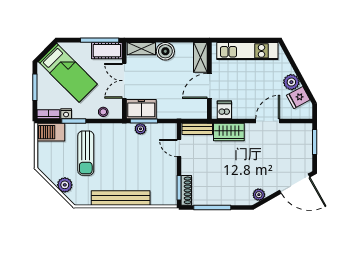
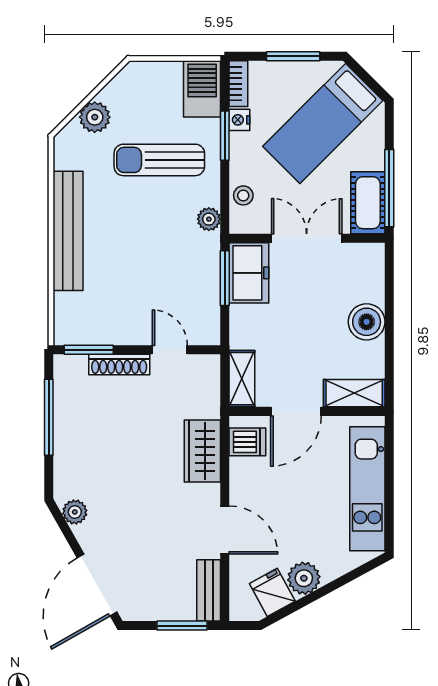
shelving: (141, 49) -> (242, 379), moved
door: (209, 86) -> (296, 411), swing flipped
plant: (140, 129) -> (209, 219), moved
bench: (197, 129) -> (209, 590), moved
door: (179, 148) -> (170, 350), hinge flipped
shoe rack: (186, 190) -> (119, 364), moved

